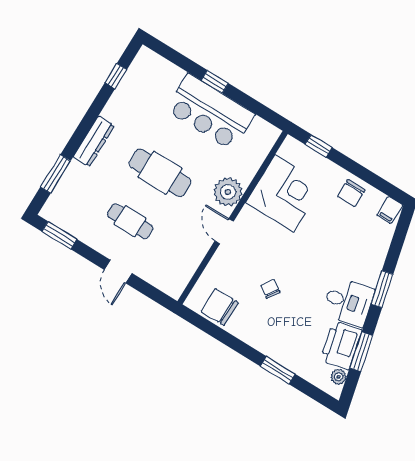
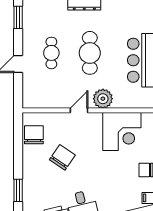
chair: (270, 289) -> (62, 157), width x1.87, depth x1.87

